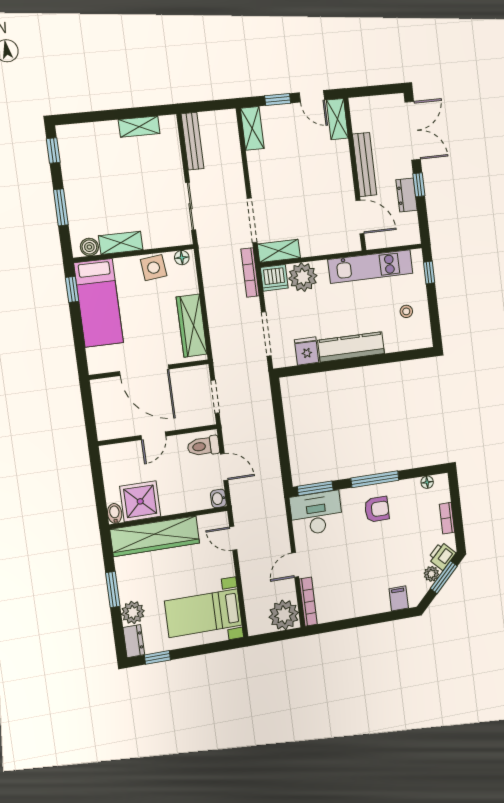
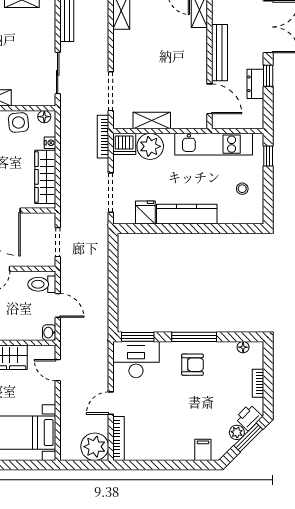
shelving: (279, 251) -> (152, 121), moved
nightstand: (192, 286) -> (50, 143), added

